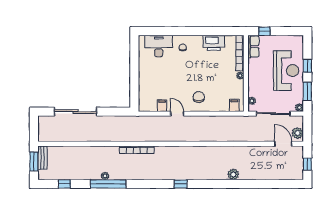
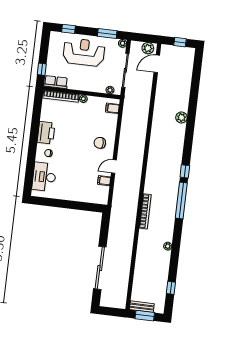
printer: (214, 43) -> (46, 133), moved
window: (307, 66) -> (69, 29), moved
window: (108, 184) -> (181, 201), moved

